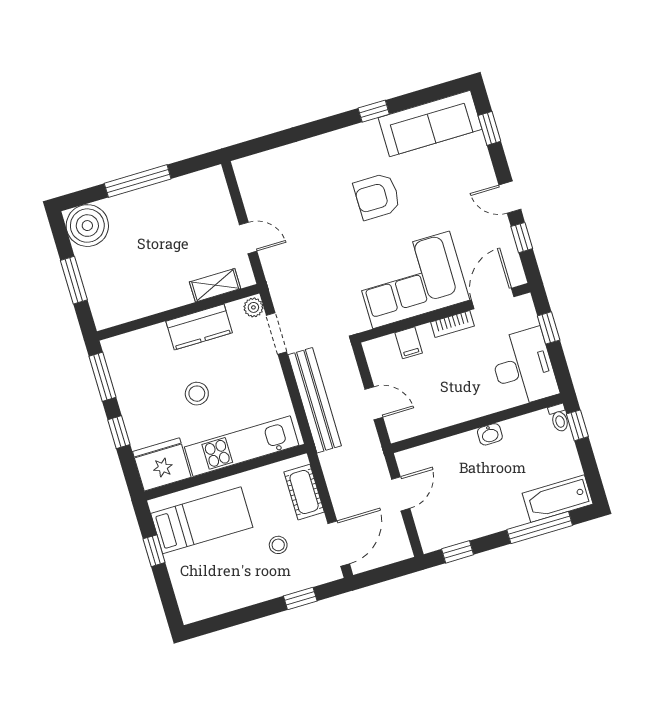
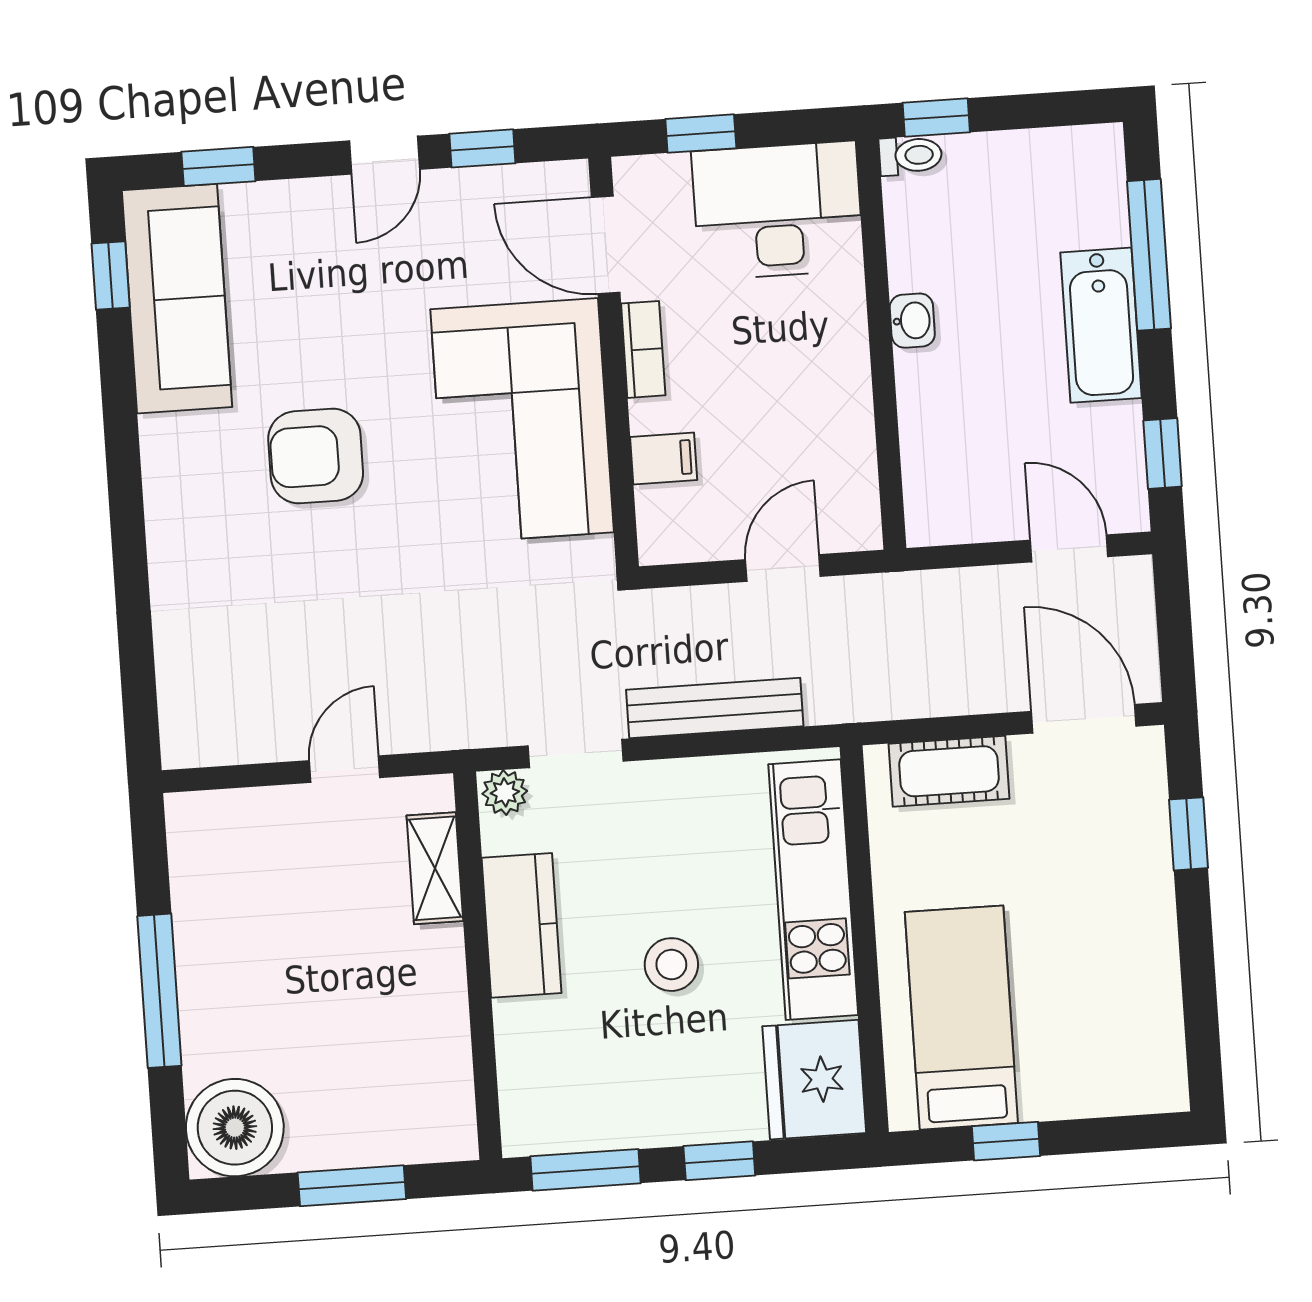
window: (374, 111) -> (111, 276), moved
armchair: (377, 196) -> (316, 456), turned 90
bench: (315, 400) -> (715, 708), width x0.73, depth x0.82
door: (401, 494) -> (1069, 548), moved
bathtub: (558, 499) -> (1101, 325), moved
stool: (278, 545) -> (1056, 857), removed

